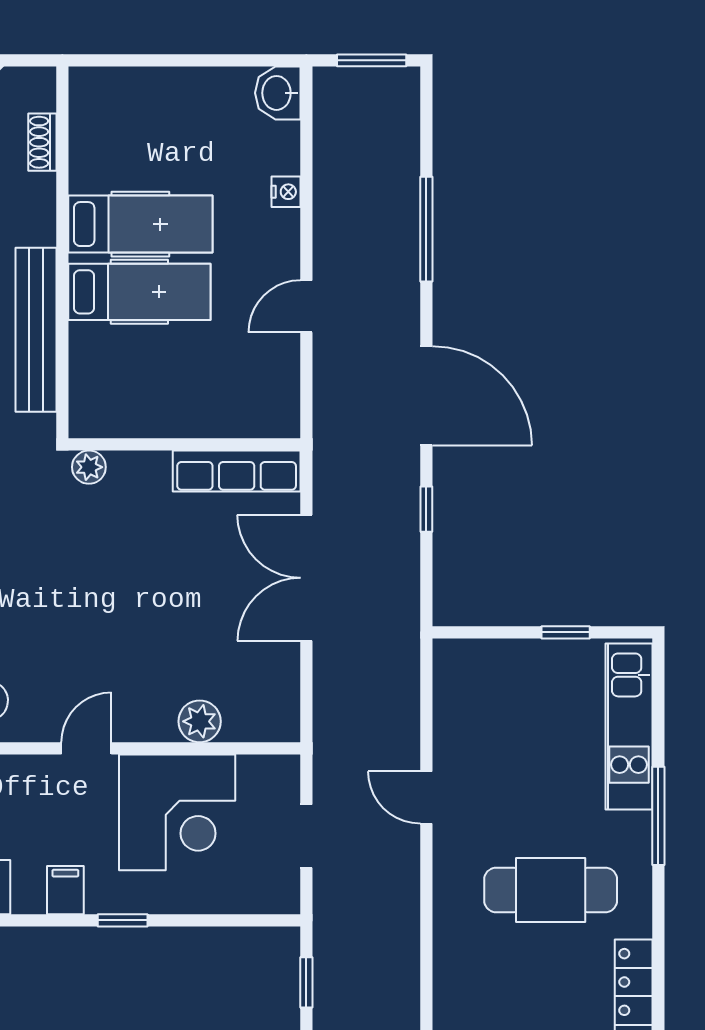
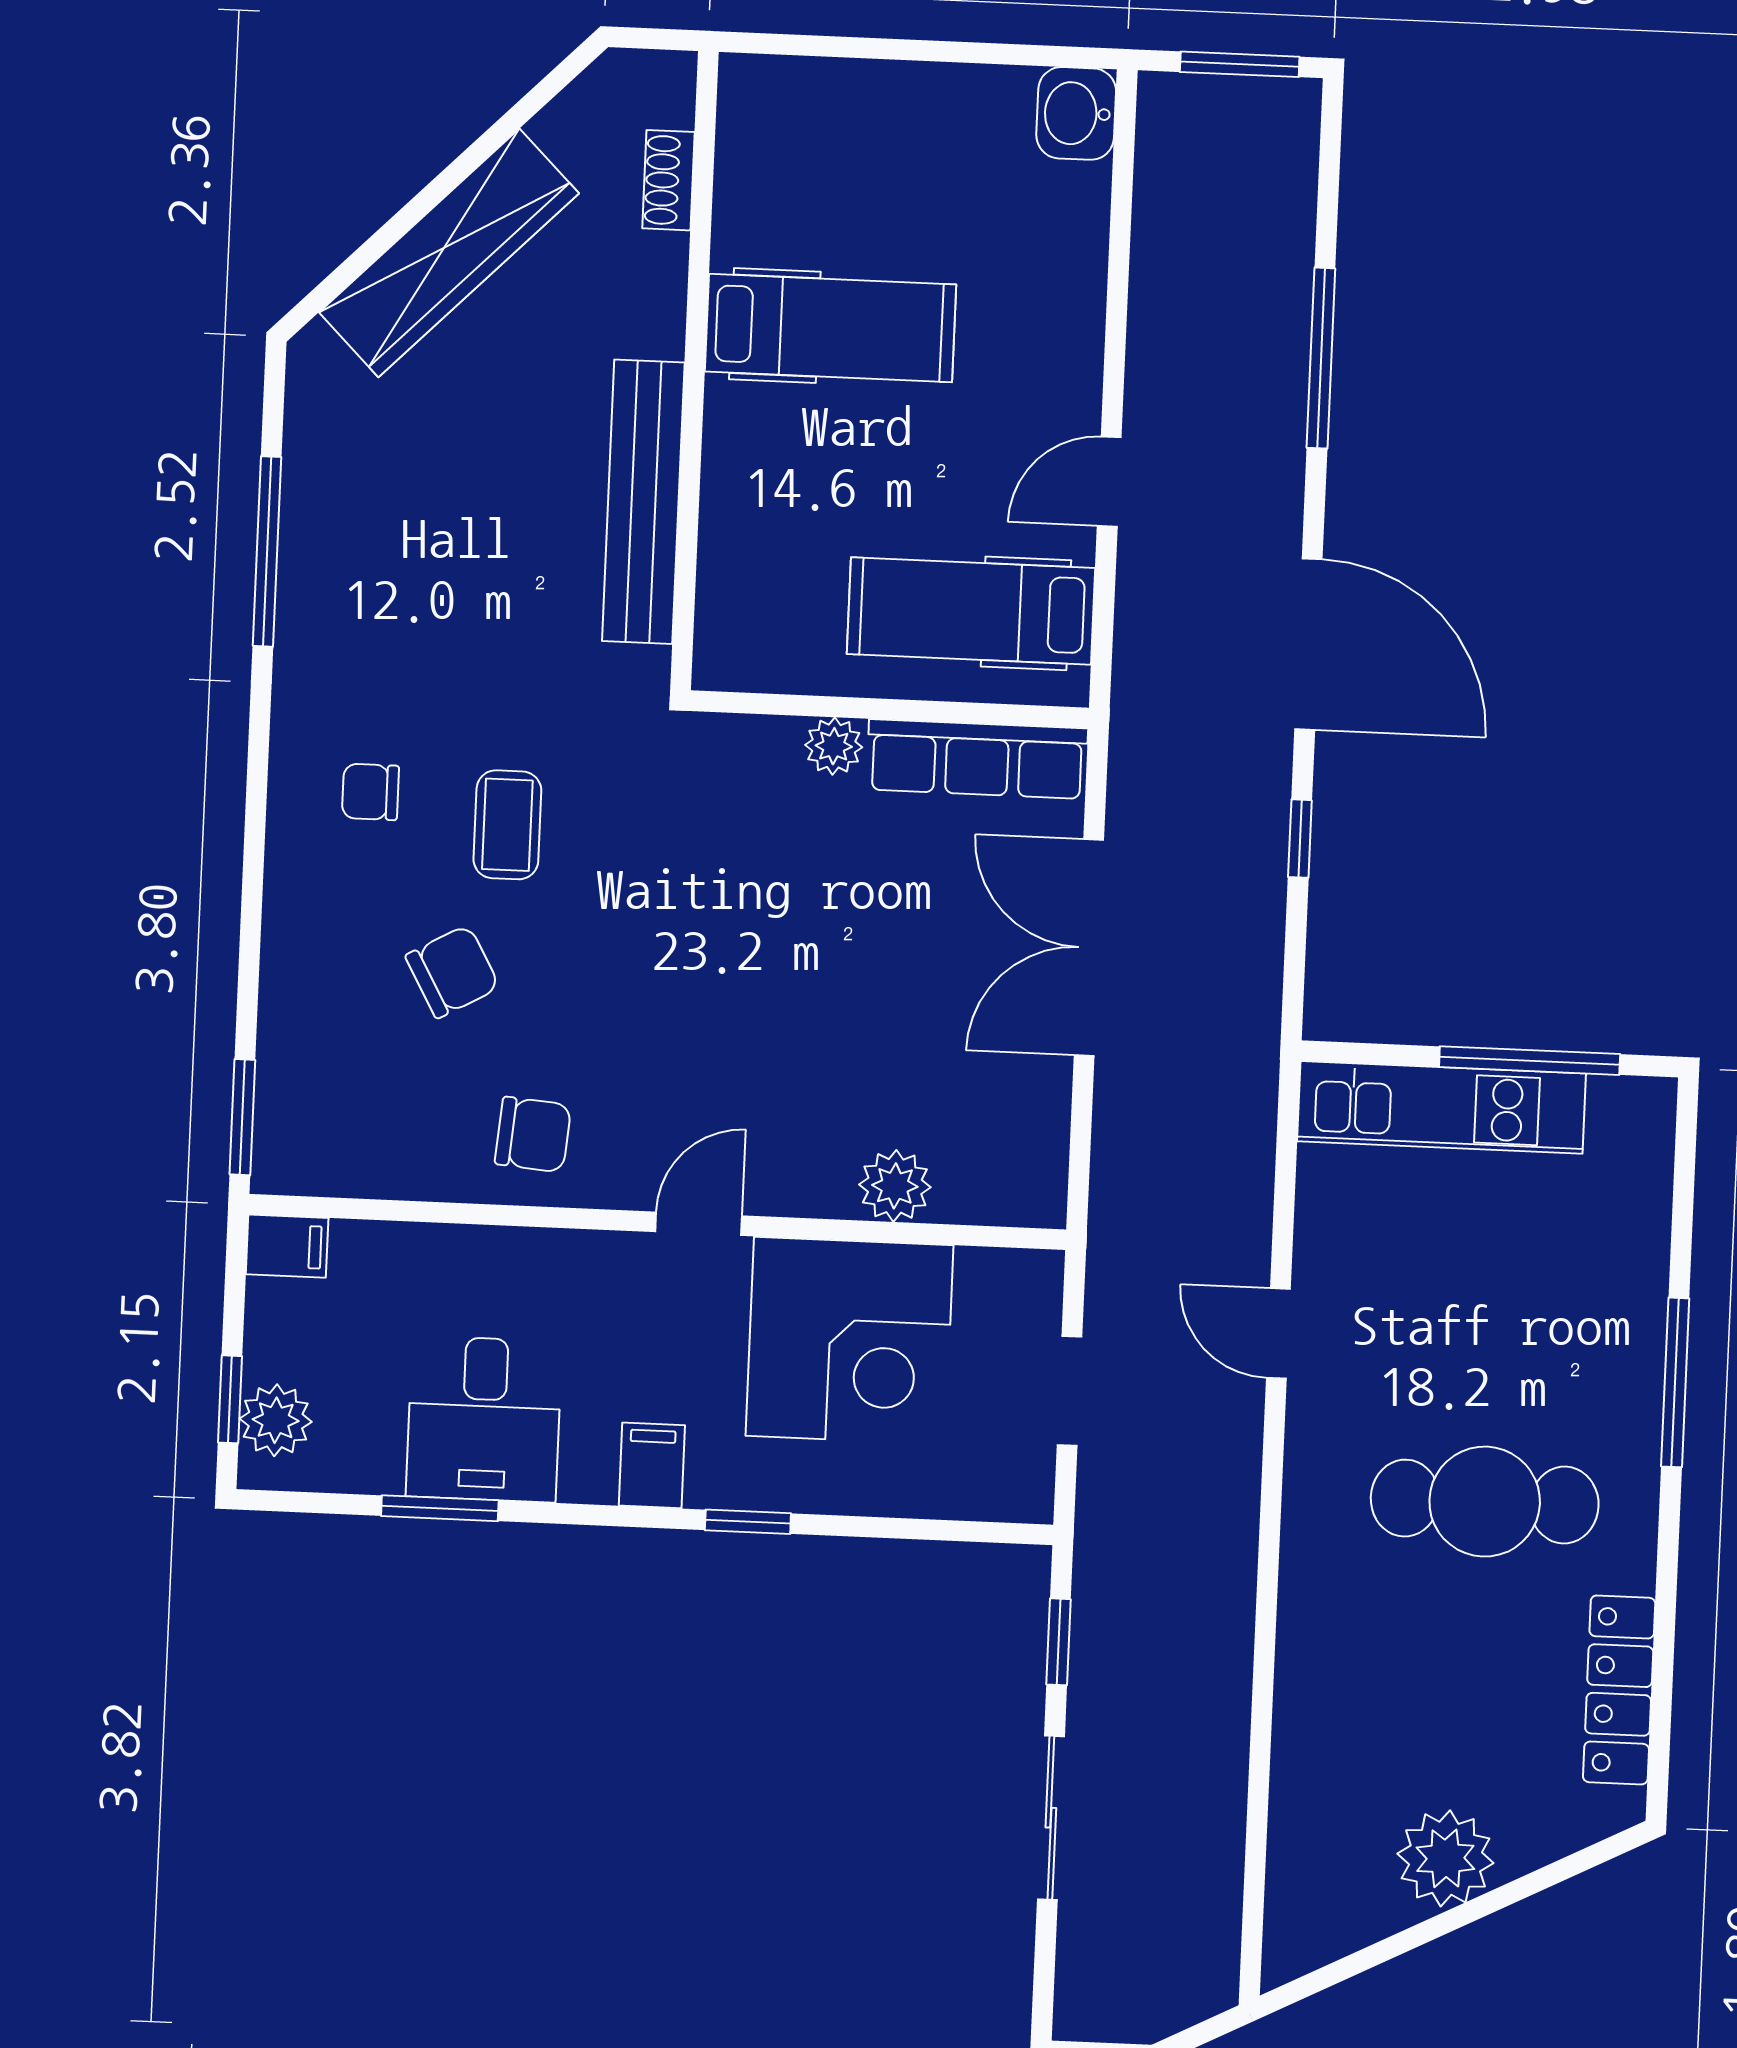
nightstand: (286, 192) -> (1083, 283), removed
hospital bed: (139, 292) -> (971, 611), moved, turned 180
plant: (89, 467) -> (834, 746), moved
window: (566, 632) -> (1530, 1061), width x2.17
kitchen unit: (629, 726) -> (1441, 1107), moved, turned -90

